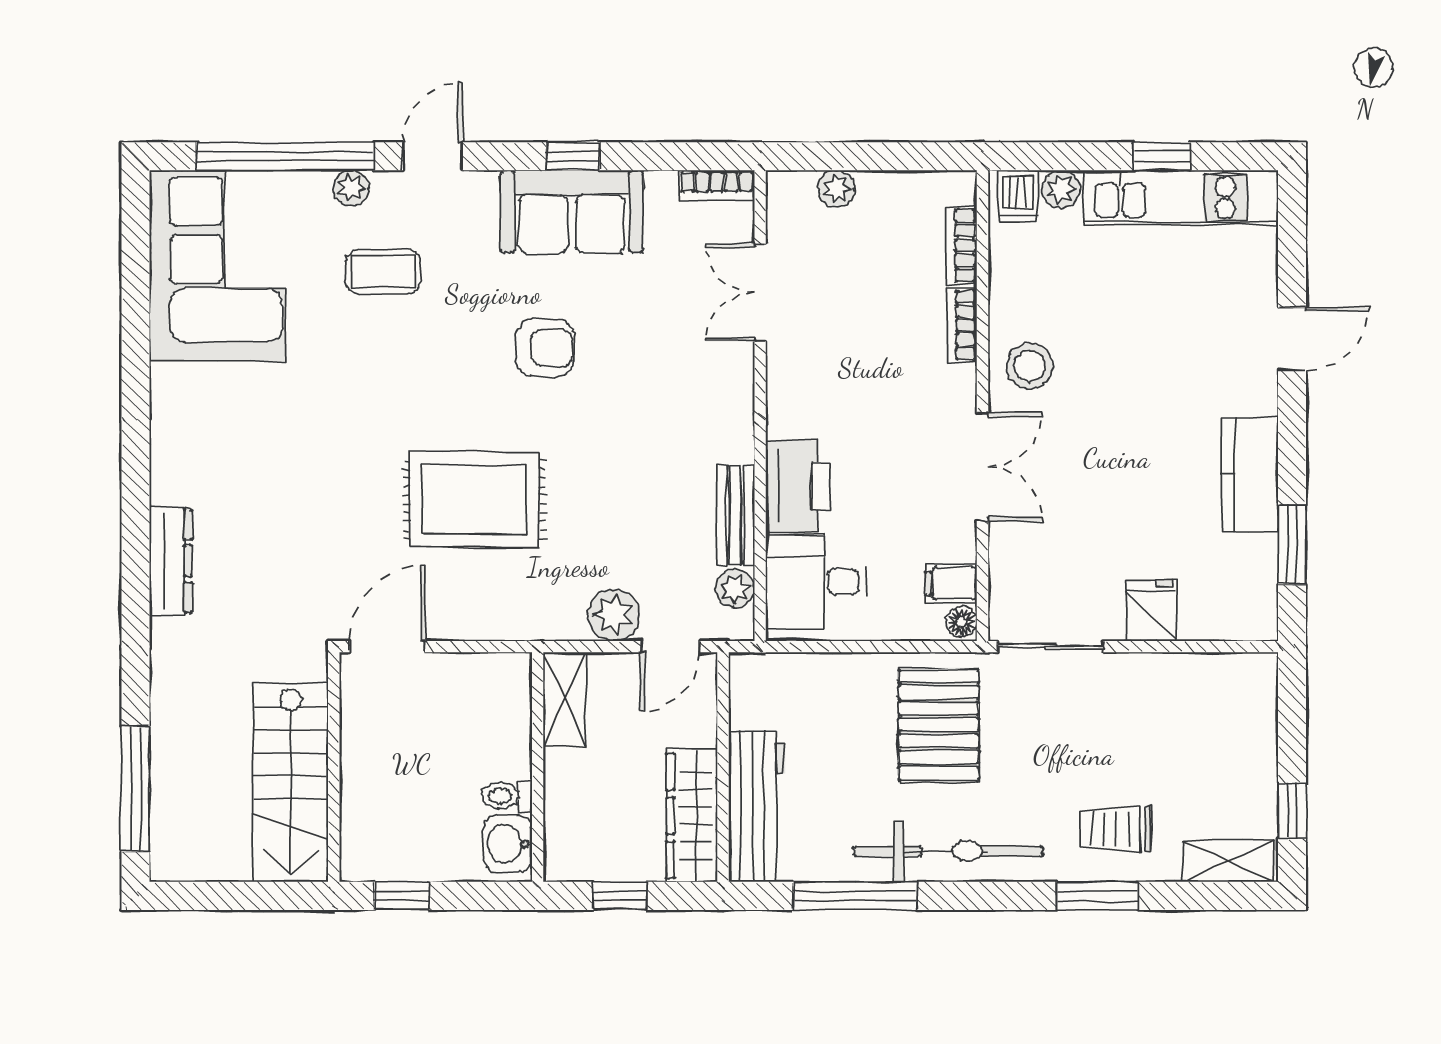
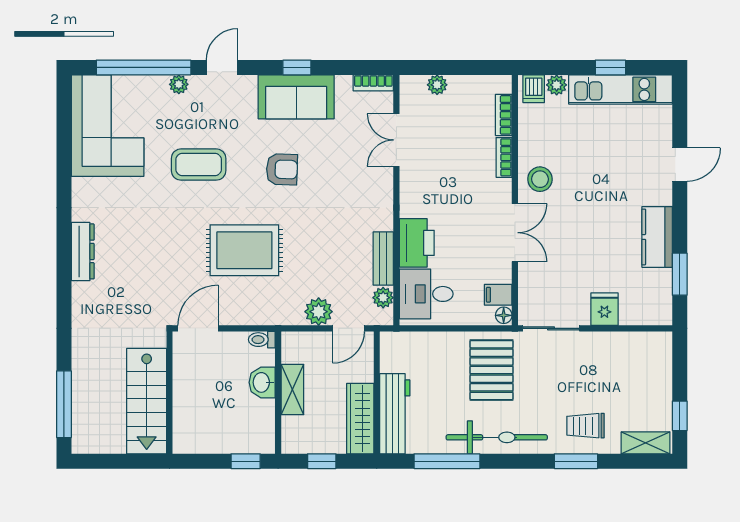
coffee table: (383, 272) -> (199, 165), moved, width x1.36, depth x1.30
dresser: (171, 561) -> (83, 251), moved
shelving: (565, 700) -> (292, 390), moved
toilet: (507, 796) -> (262, 340), moved
washbasin: (508, 844) -> (262, 382), moved
window: (402, 896) -> (246, 461), moved

